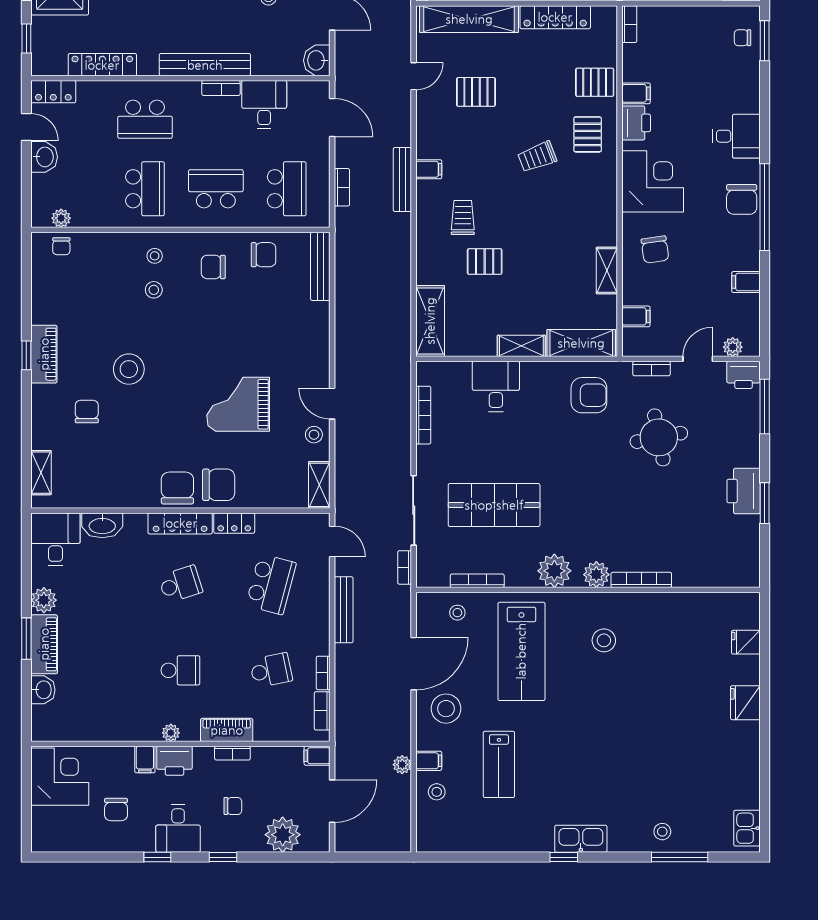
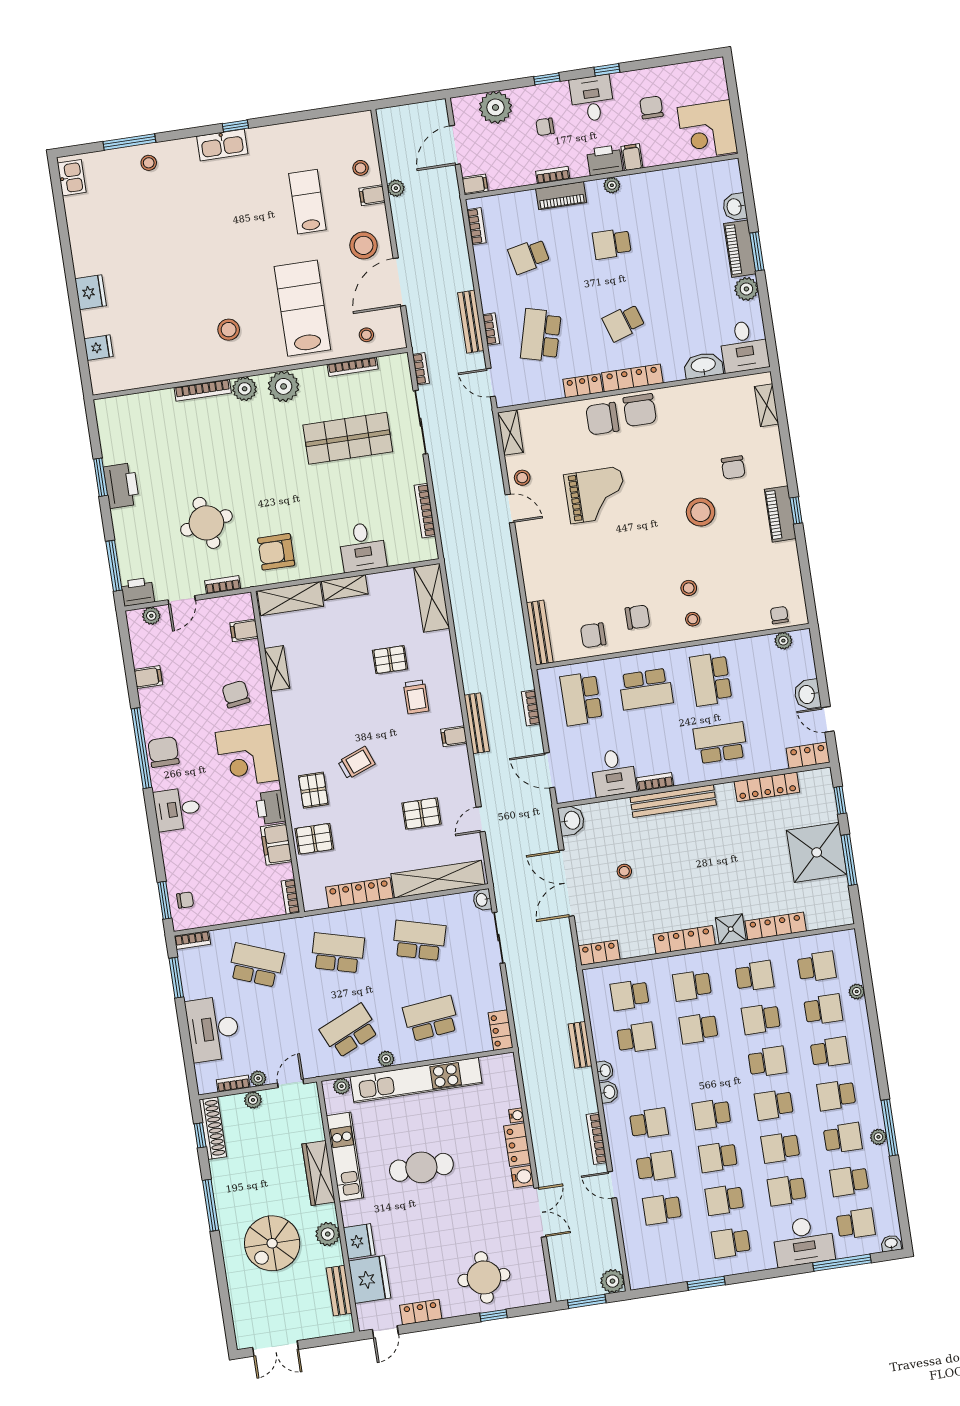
filing cabinet: (636, 93) -> (276, 844), width x2.00
bookcase: (323, 673) -> (491, 329), moved

